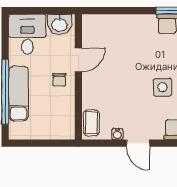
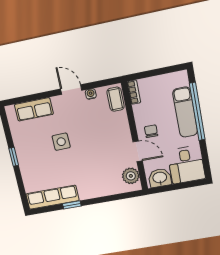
plant: (92, 33) -> (131, 176), added
door: (78, 60) -> (138, 151), swing flipped
bookcase: (70, 127) -> (134, 92), added

